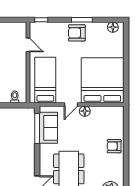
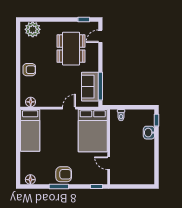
bed: (45, 80) -> (93, 131), width x1.50
bed: (102, 80) -> (30, 130), width x0.49
floor lamp: (85, 111) -> (31, 102), moved

